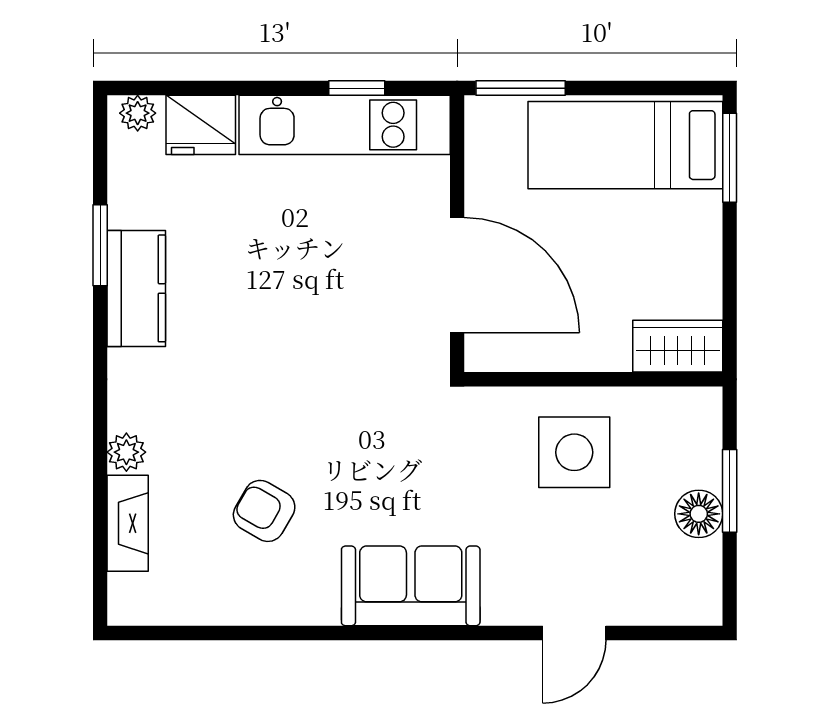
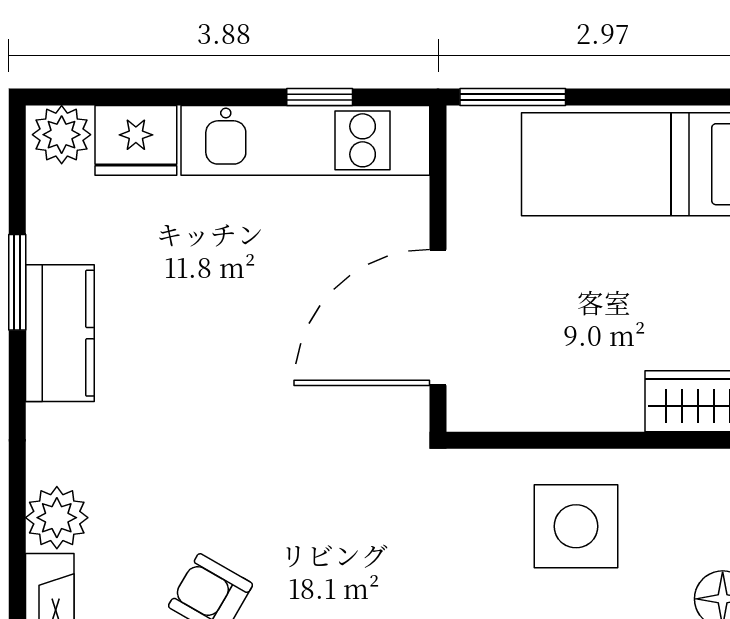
plant: (138, 113) -> (62, 135), width x1.38, depth x1.38
door: (457, 275) -> (438, 317), swing flipped
plant: (126, 452) -> (57, 518), width x1.38, depth x1.38

